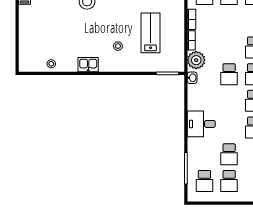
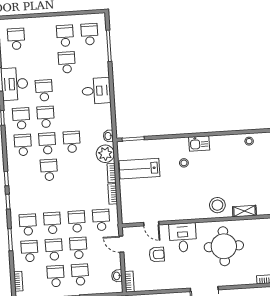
lab bench: (151, 33) -> (139, 169), moved, turned 90
kitchen sink: (88, 65) -> (199, 143), moved

